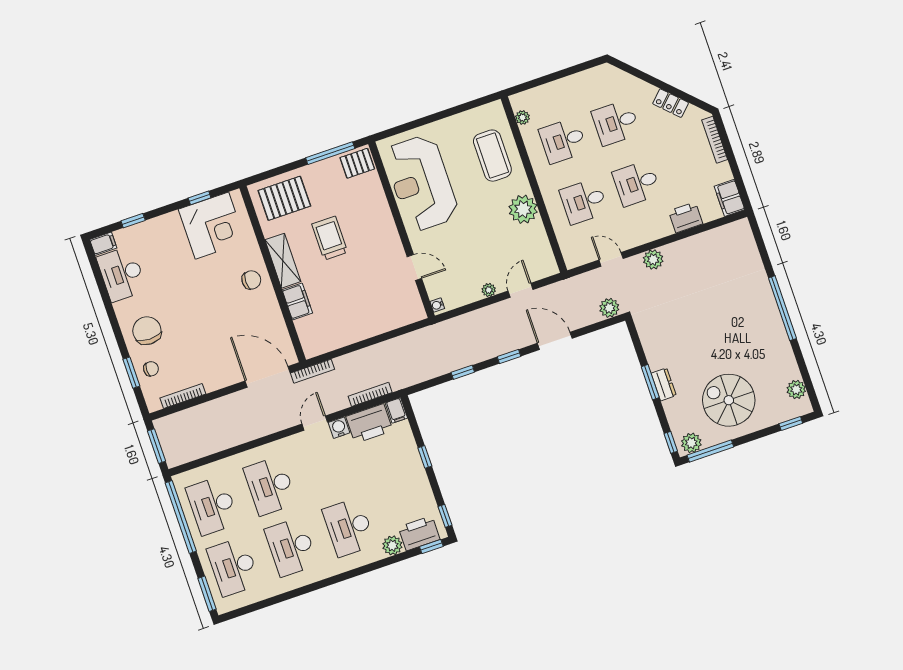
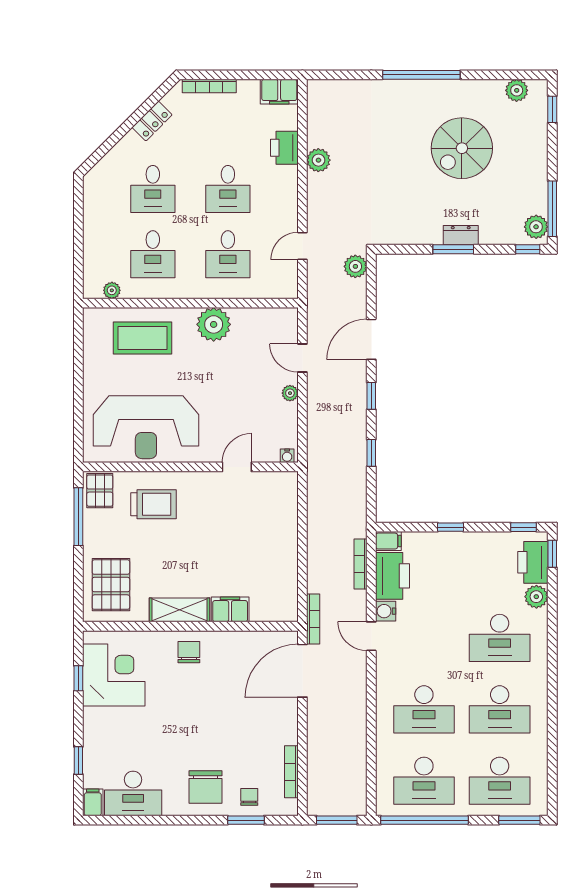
trolley: (330, 238) -> (153, 504), moved, turned 180
plant: (653, 259) -> (318, 160), moved
chair: (147, 331) -> (205, 787), turned -90
spiral stairs: (729, 400) -> (462, 148), moved

